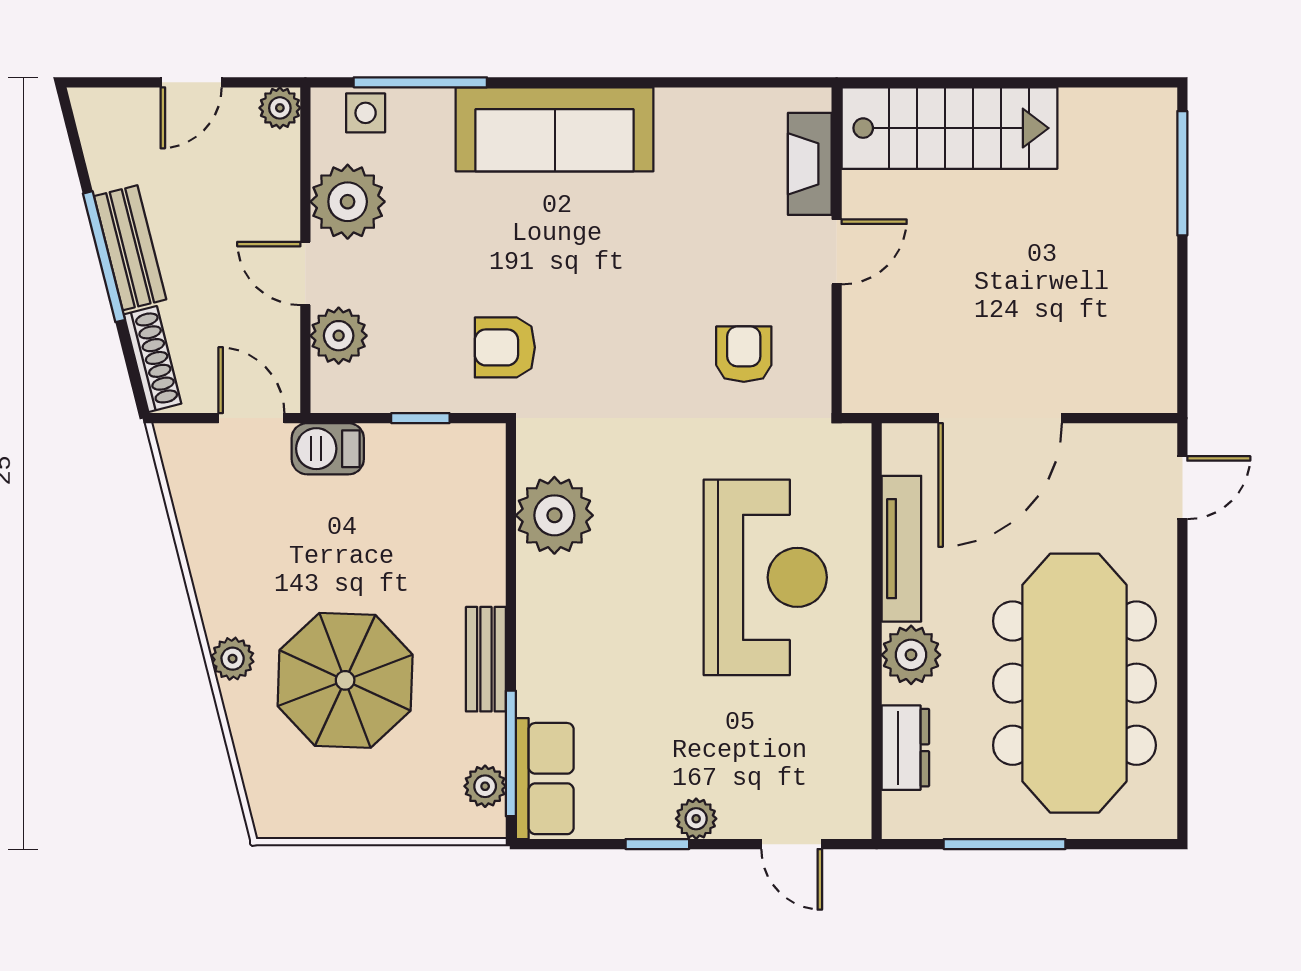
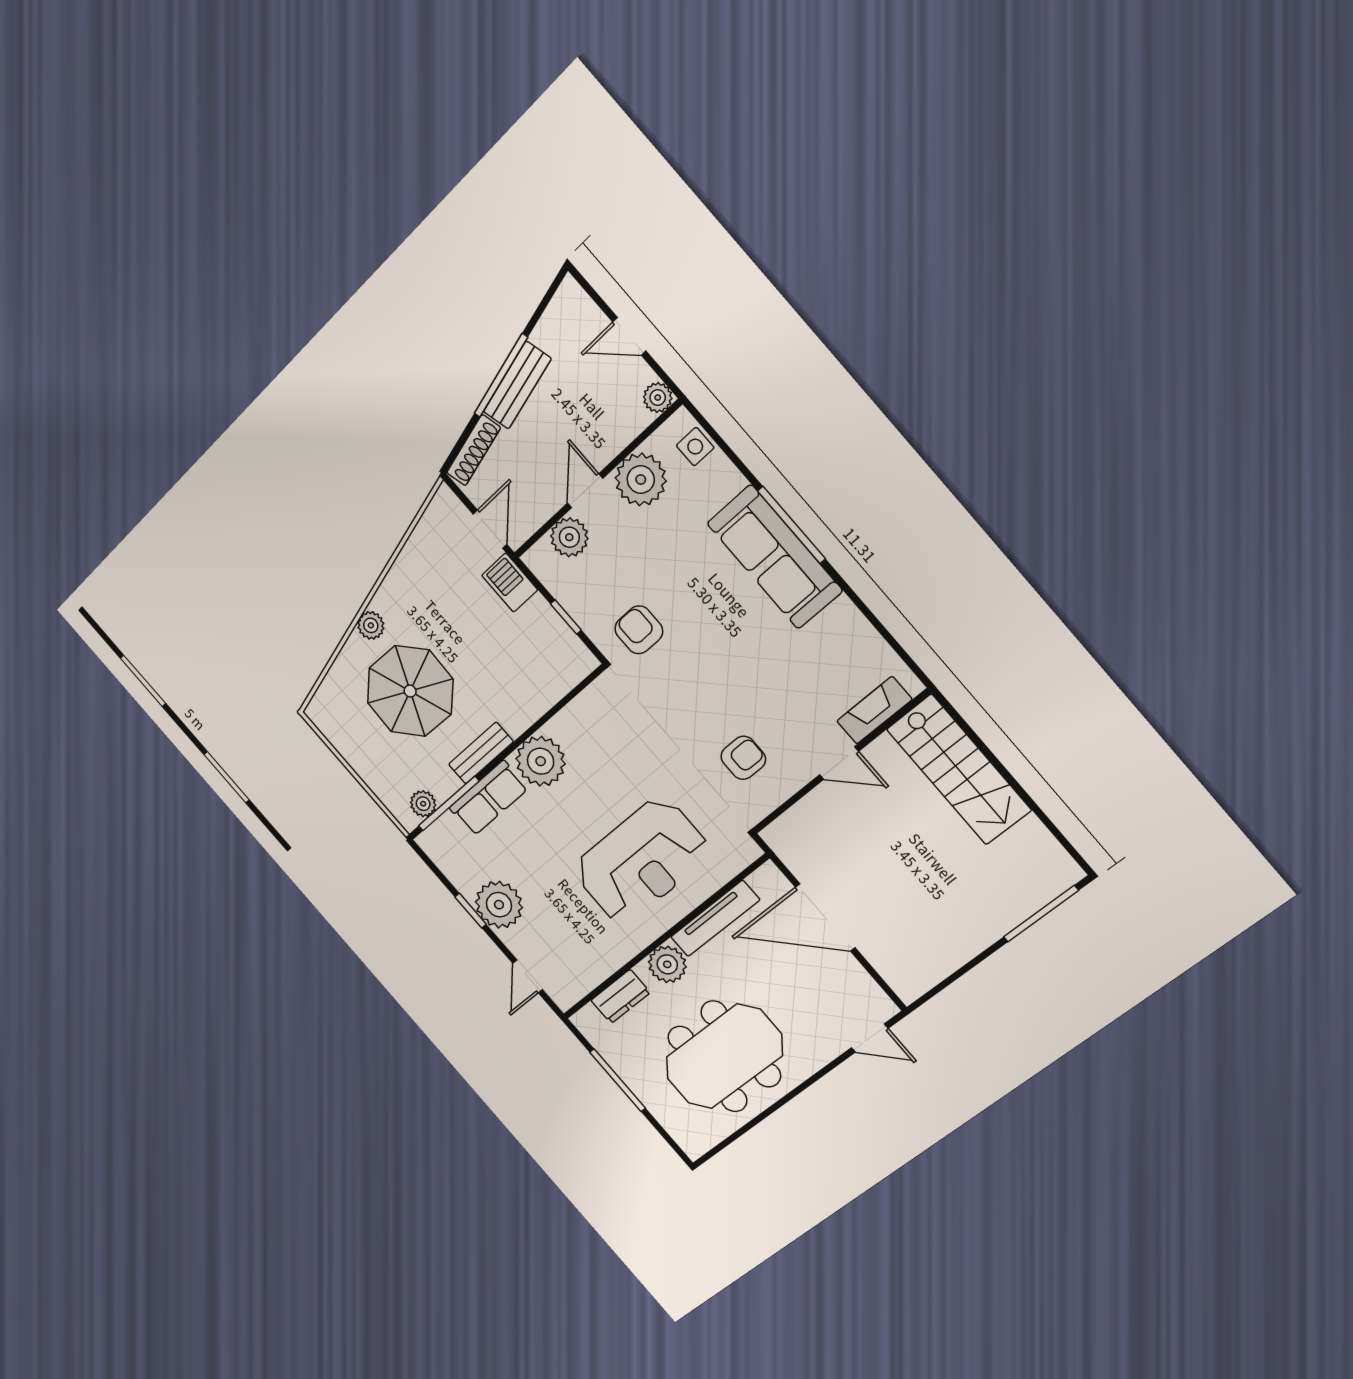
window: (420, 82) -> (792, 525), moved
plant: (554, 515) -> (541, 761), moved
meeting table: (1074, 683) -> (724, 1056), width x0.73
row of seats: (545, 779) -> (489, 798), moved
plant: (696, 819) -> (499, 905), width x1.88, depth x1.88

